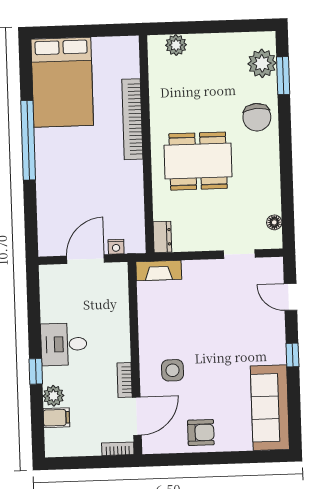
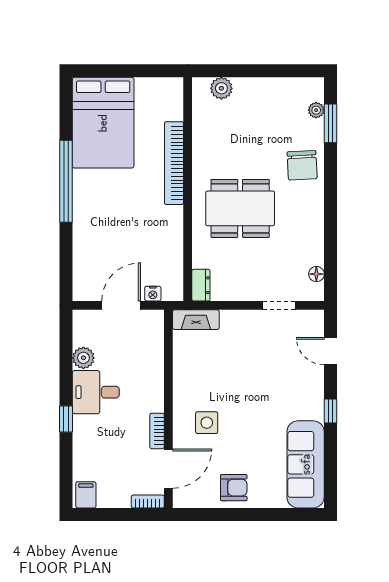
plant: (262, 63) -> (316, 110), width x0.53, depth x0.53
plant: (53, 396) -> (83, 358), moved
filing cabinet: (56, 418) -> (86, 495), moved, turned -90

